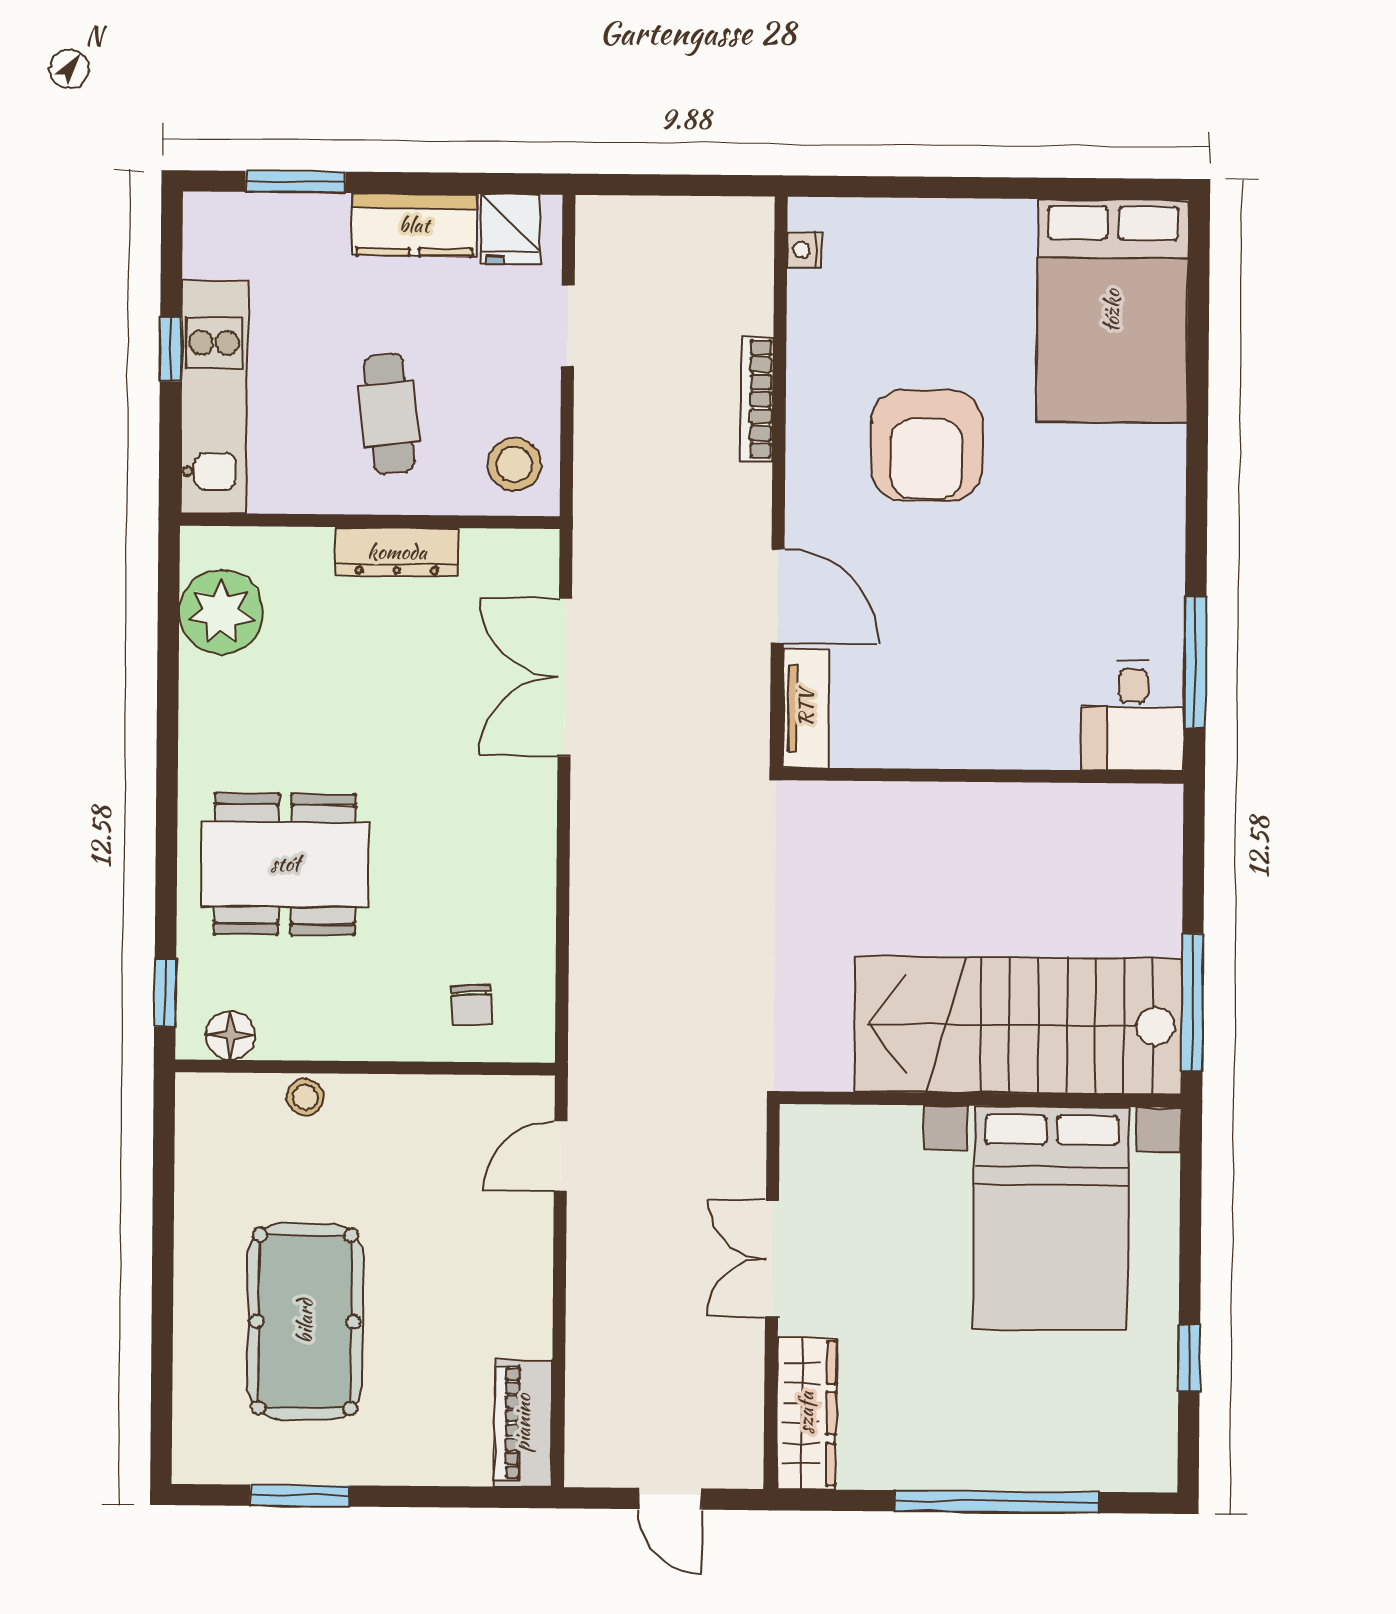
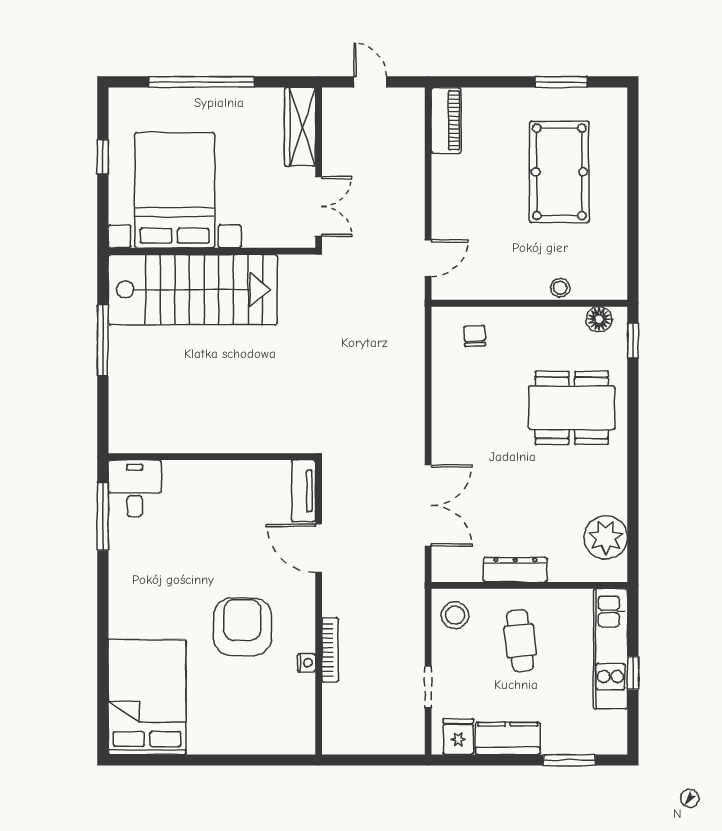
nightstand: (804, 250) -> (306, 663), moved
stairs: (1018, 1025) -> (193, 290), moved
wall: (980, 1099) -> (212, 251), moved
bed with nightstands: (1051, 1218) -> (175, 190), moved

